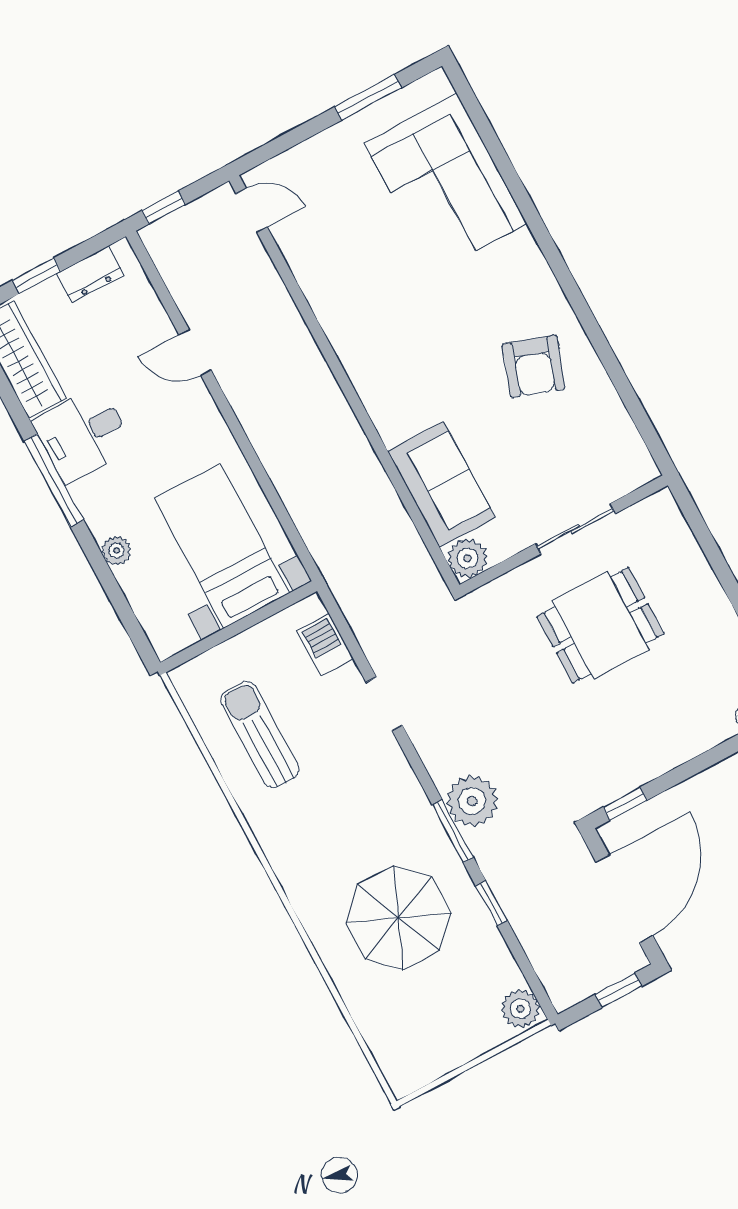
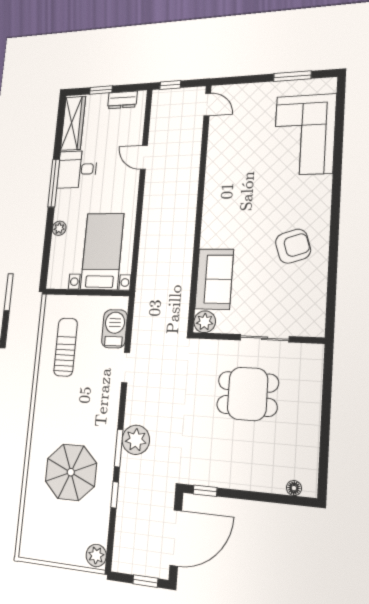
armchair: (534, 366) -> (293, 246), turned -127
barbecue: (325, 645) -> (114, 329), width x1.38, depth x1.27

